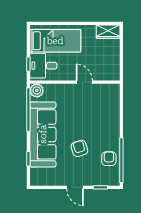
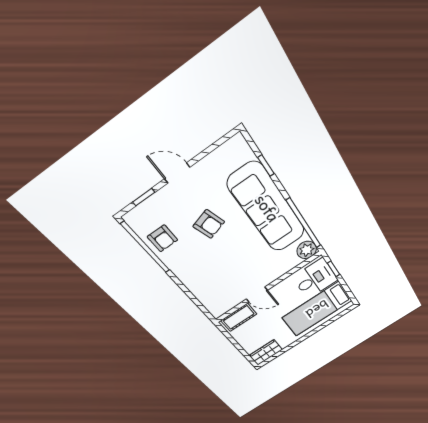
cot: (106, 74) -> (239, 317), added

